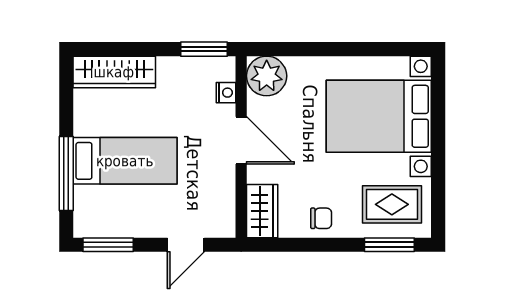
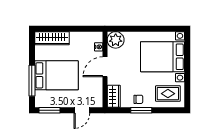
window: (204, 49) -> (89, 29), removed
door: (241, 140) -> (105, 67), swing flipped
bed: (125, 161) -> (56, 75), width x1.50
window: (389, 245) -> (141, 110), moved

